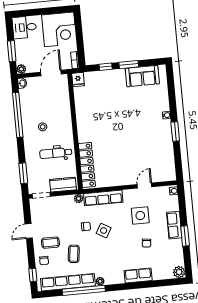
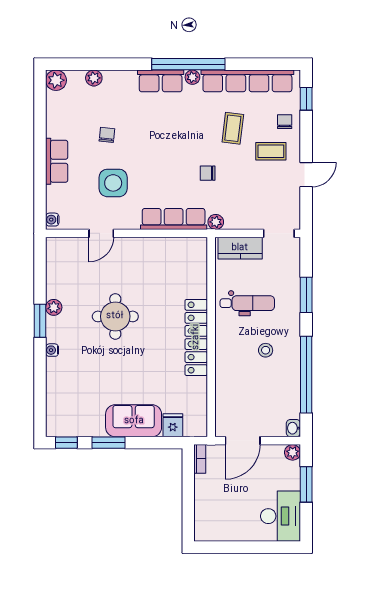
desk: (24, 27) -> (281, 516), width x1.37
corner desk: (59, 29) -> (222, 514), removed
window: (106, 67) -> (66, 443), moved
sofa: (142, 76) -> (134, 421), moved
fridge: (78, 80) -> (173, 425), moved
round table: (132, 138) -> (115, 316), added
plant: (168, 140) -> (54, 307), added
locker: (87, 165) -> (196, 337), moved
window: (23, 173) -> (306, 295), moved
side table: (104, 231) -> (178, 163), removed
window: (185, 236) -> (40, 141), removed
row of seats: (138, 275) -> (161, 81), moved
plant: (157, 275) -> (94, 78), added
window: (84, 290) -> (188, 64), moved

